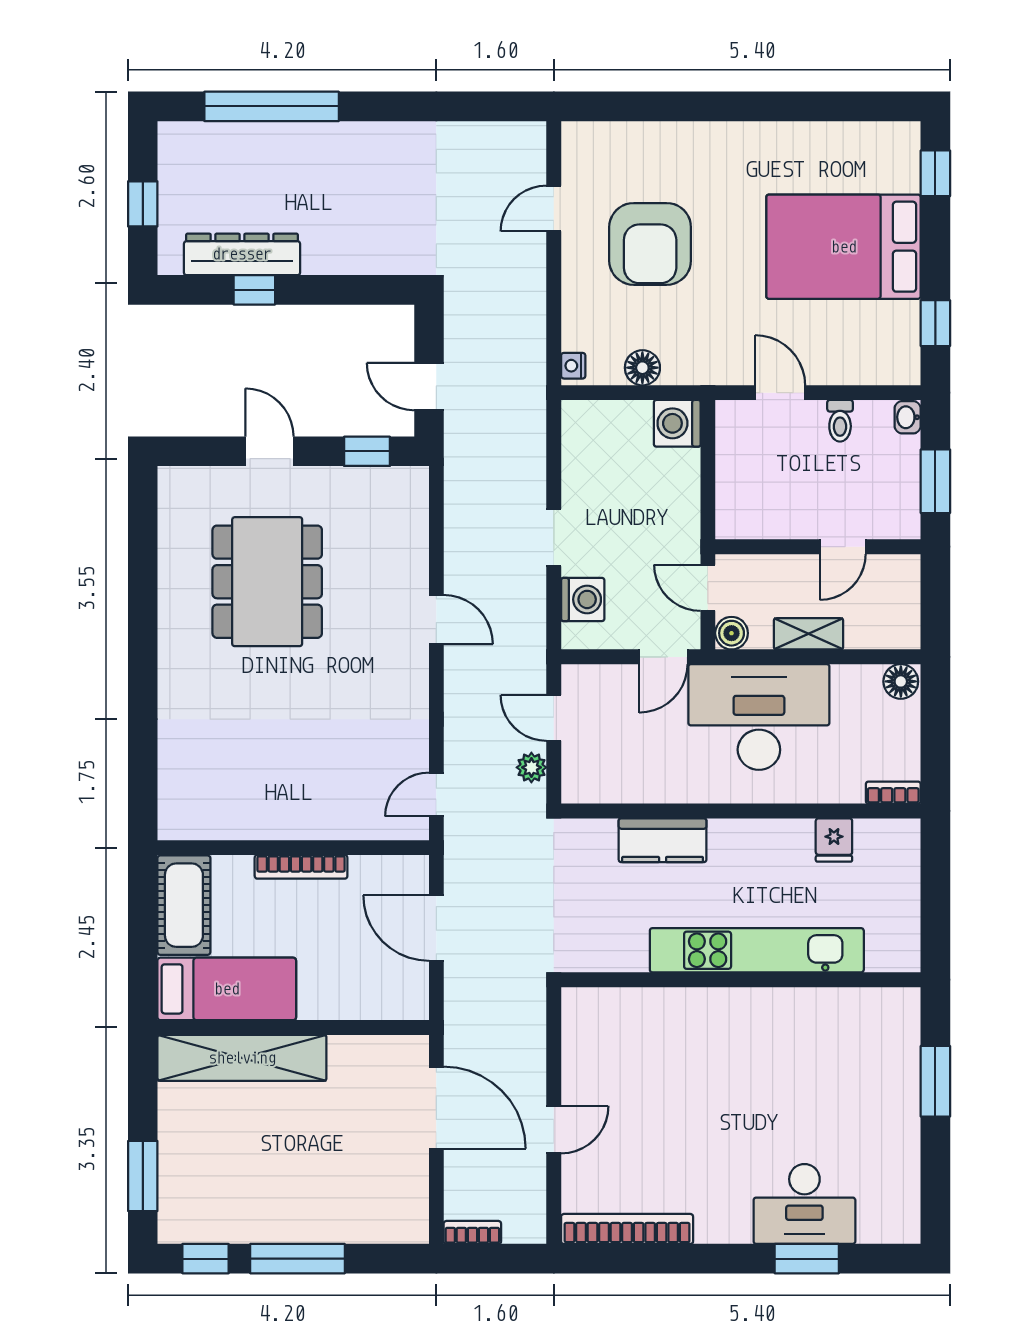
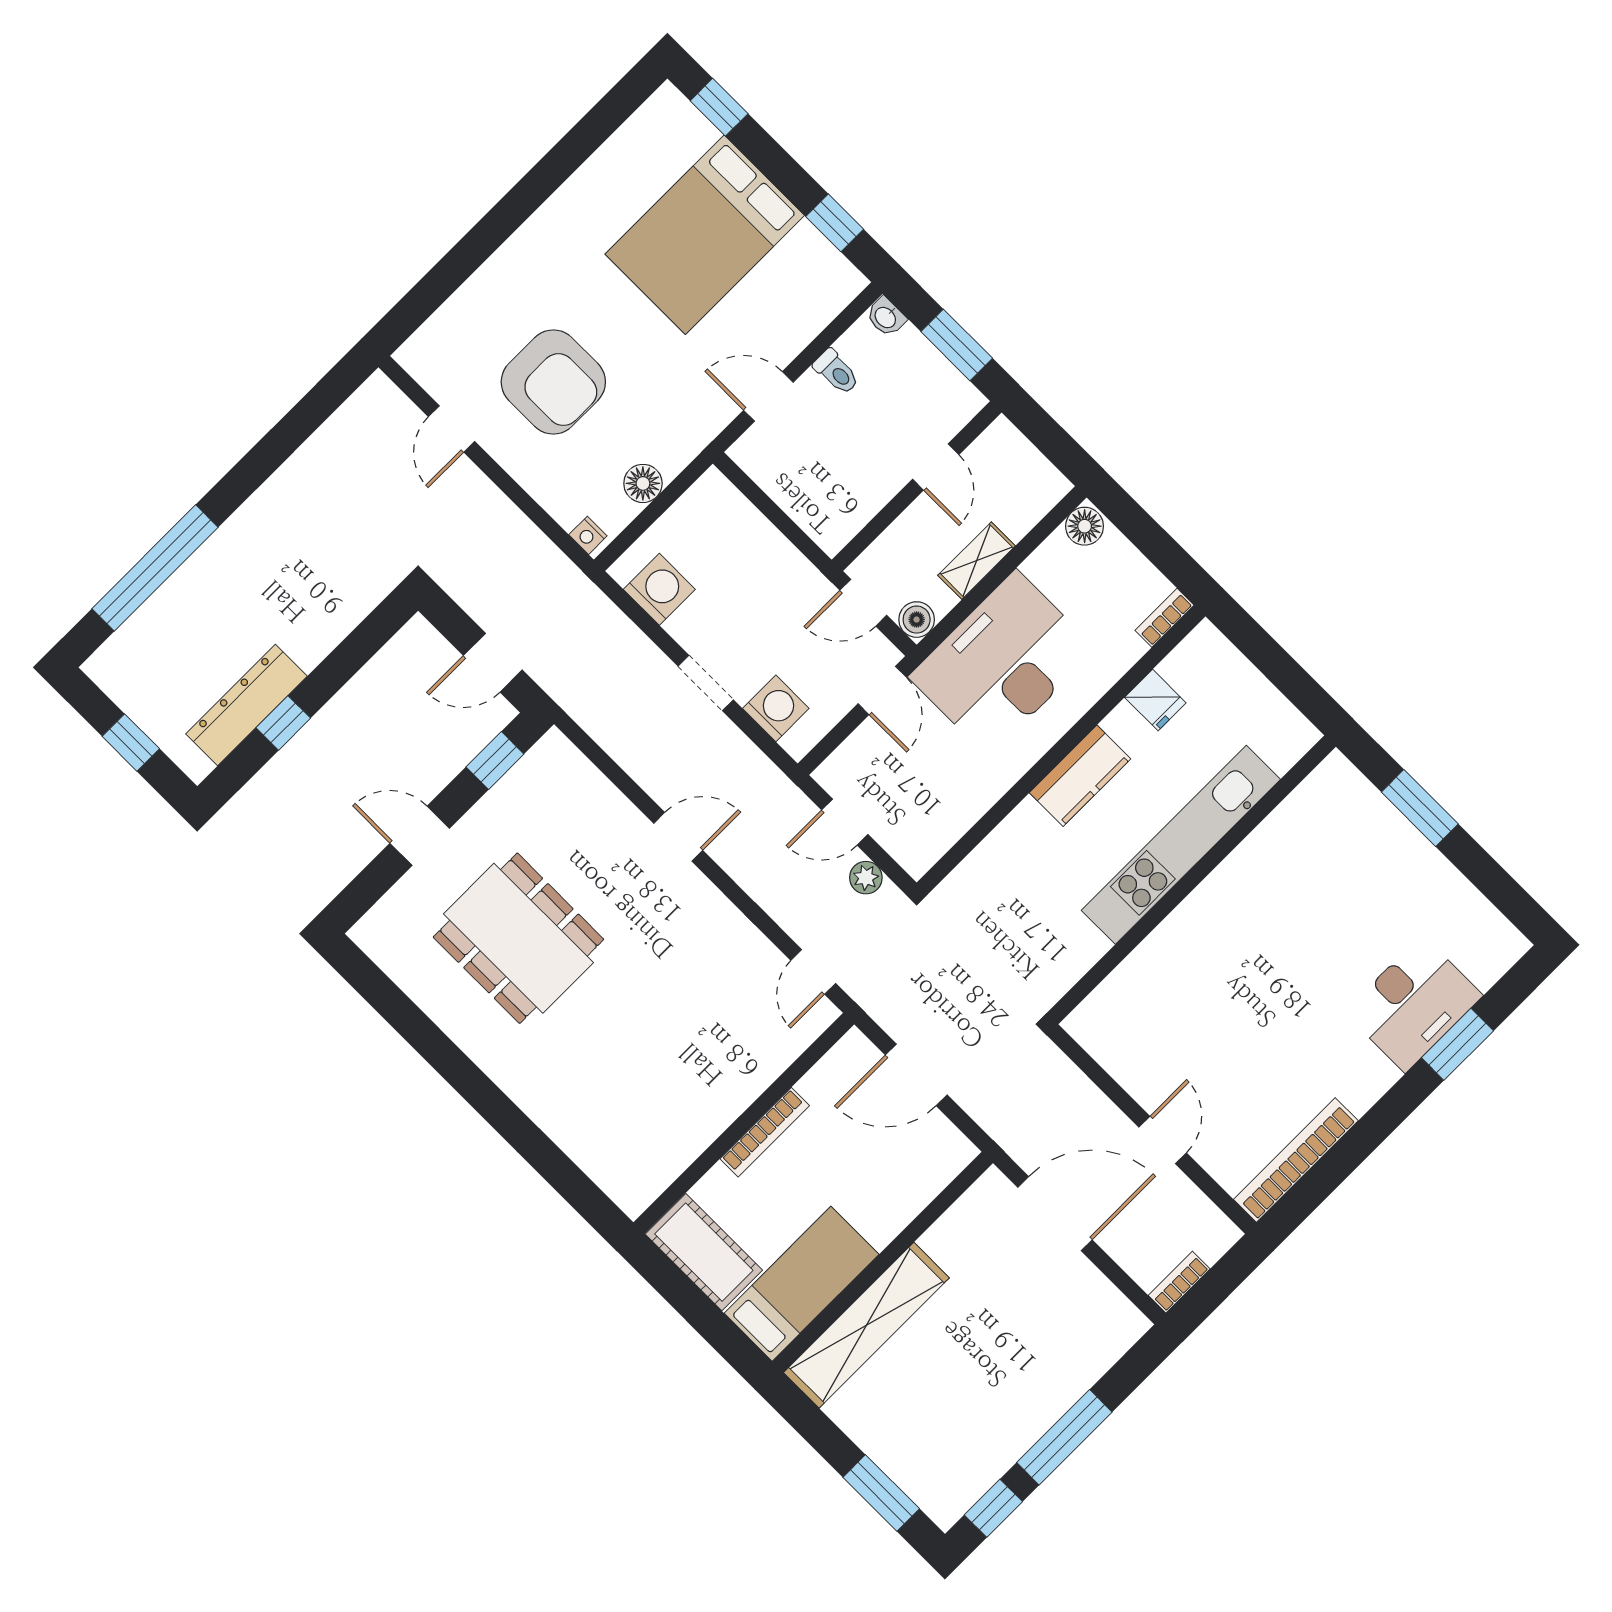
washing machine: (677, 423) -> (659, 589), moved, turned 180
kitchen counter: (663, 840) -> (1080, 776), moved

